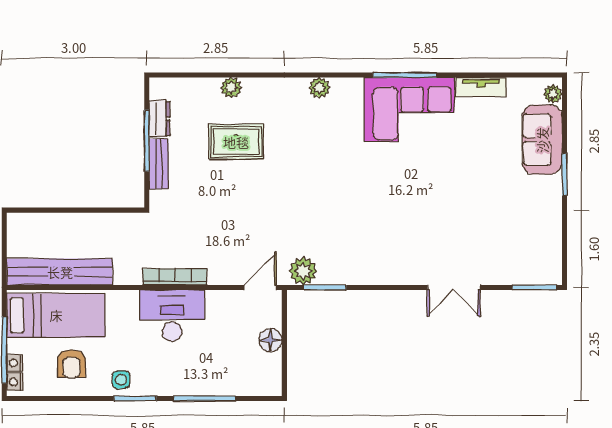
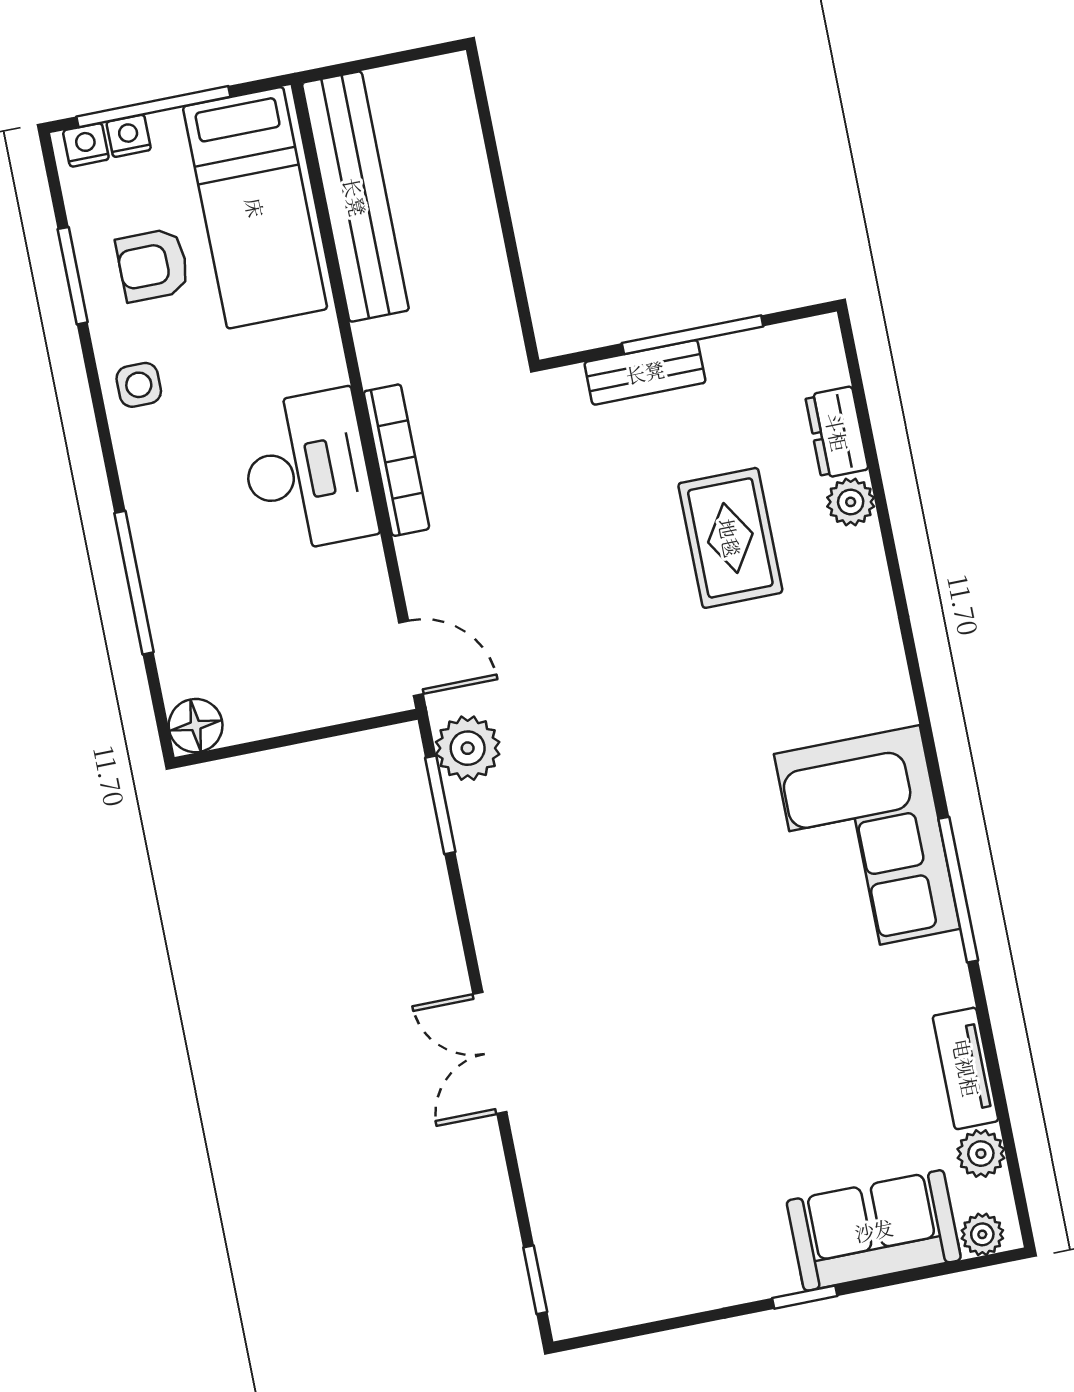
plant: (319, 88) -> (981, 1154), moved
corner sofa: (409, 109) -> (867, 841), moved
dresser: (160, 119) -> (837, 432), moved, turned 90
window: (565, 175) -> (805, 1297), width x0.67
double door: (454, 287) -> (490, 1053), moved
window: (534, 287) -> (535, 1280), width x0.67
floor lamp: (270, 340) -> (196, 726), moved
window: (135, 399) -> (73, 276), moved

